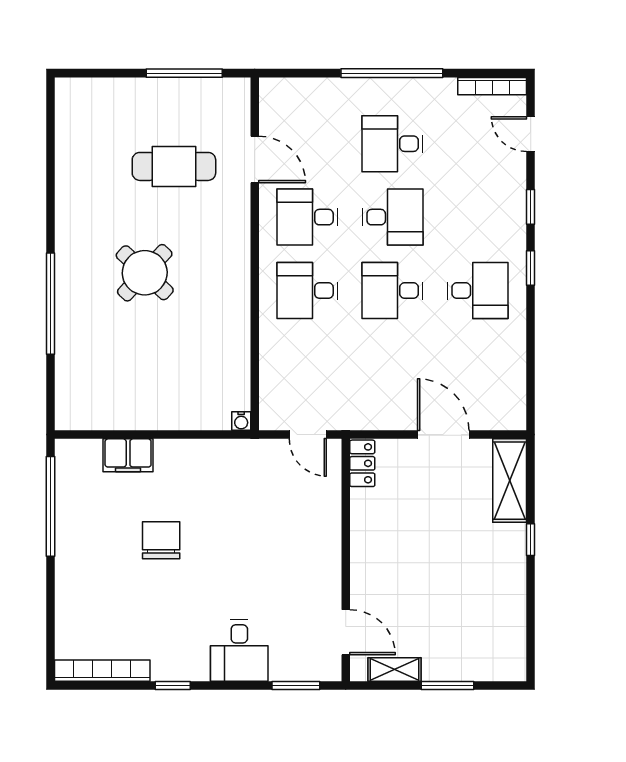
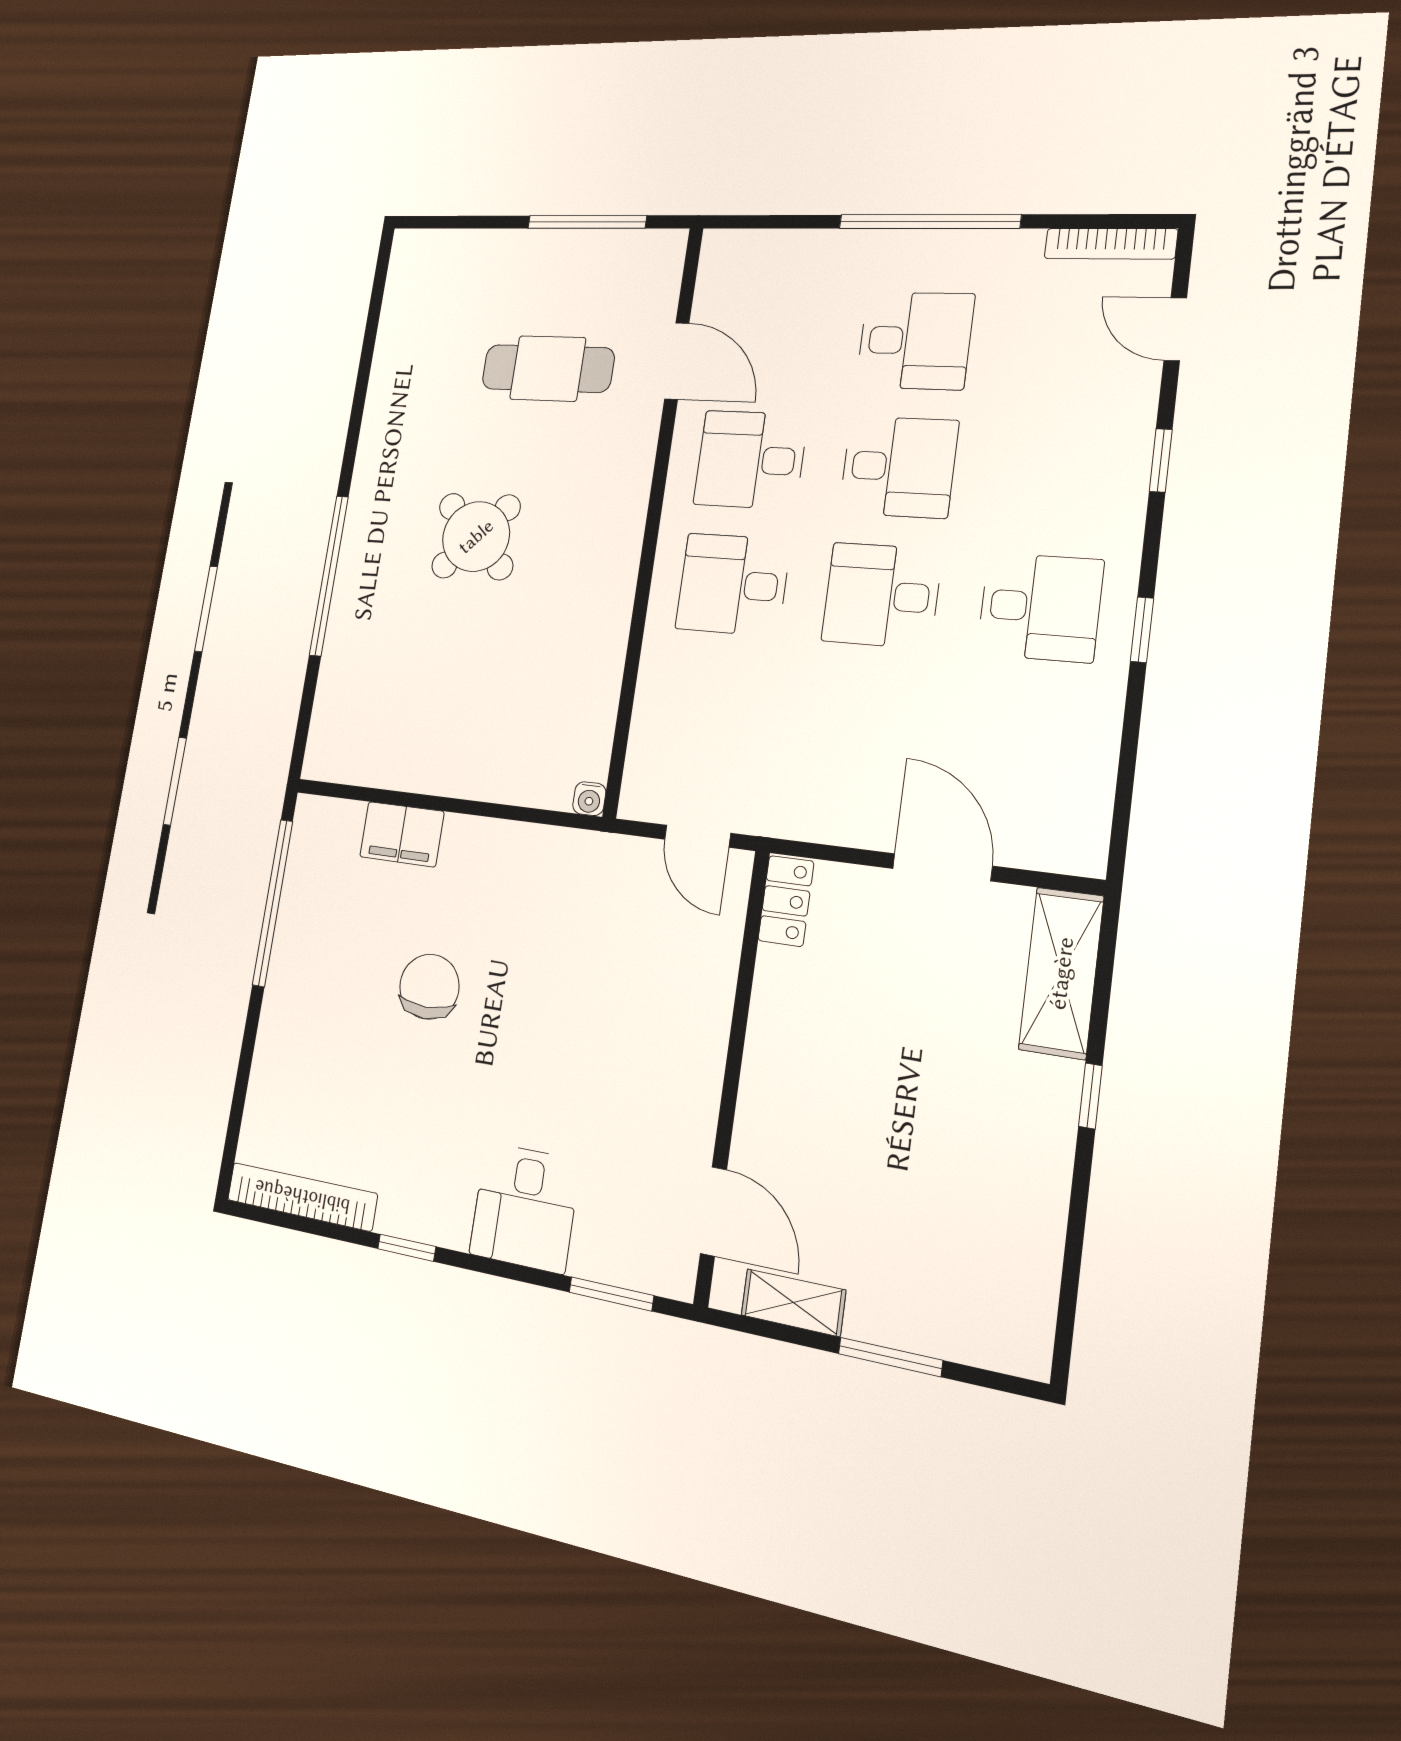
desk: (393, 144) -> (915, 341), turned 180
window: (531, 268) -> (1142, 630), moved

